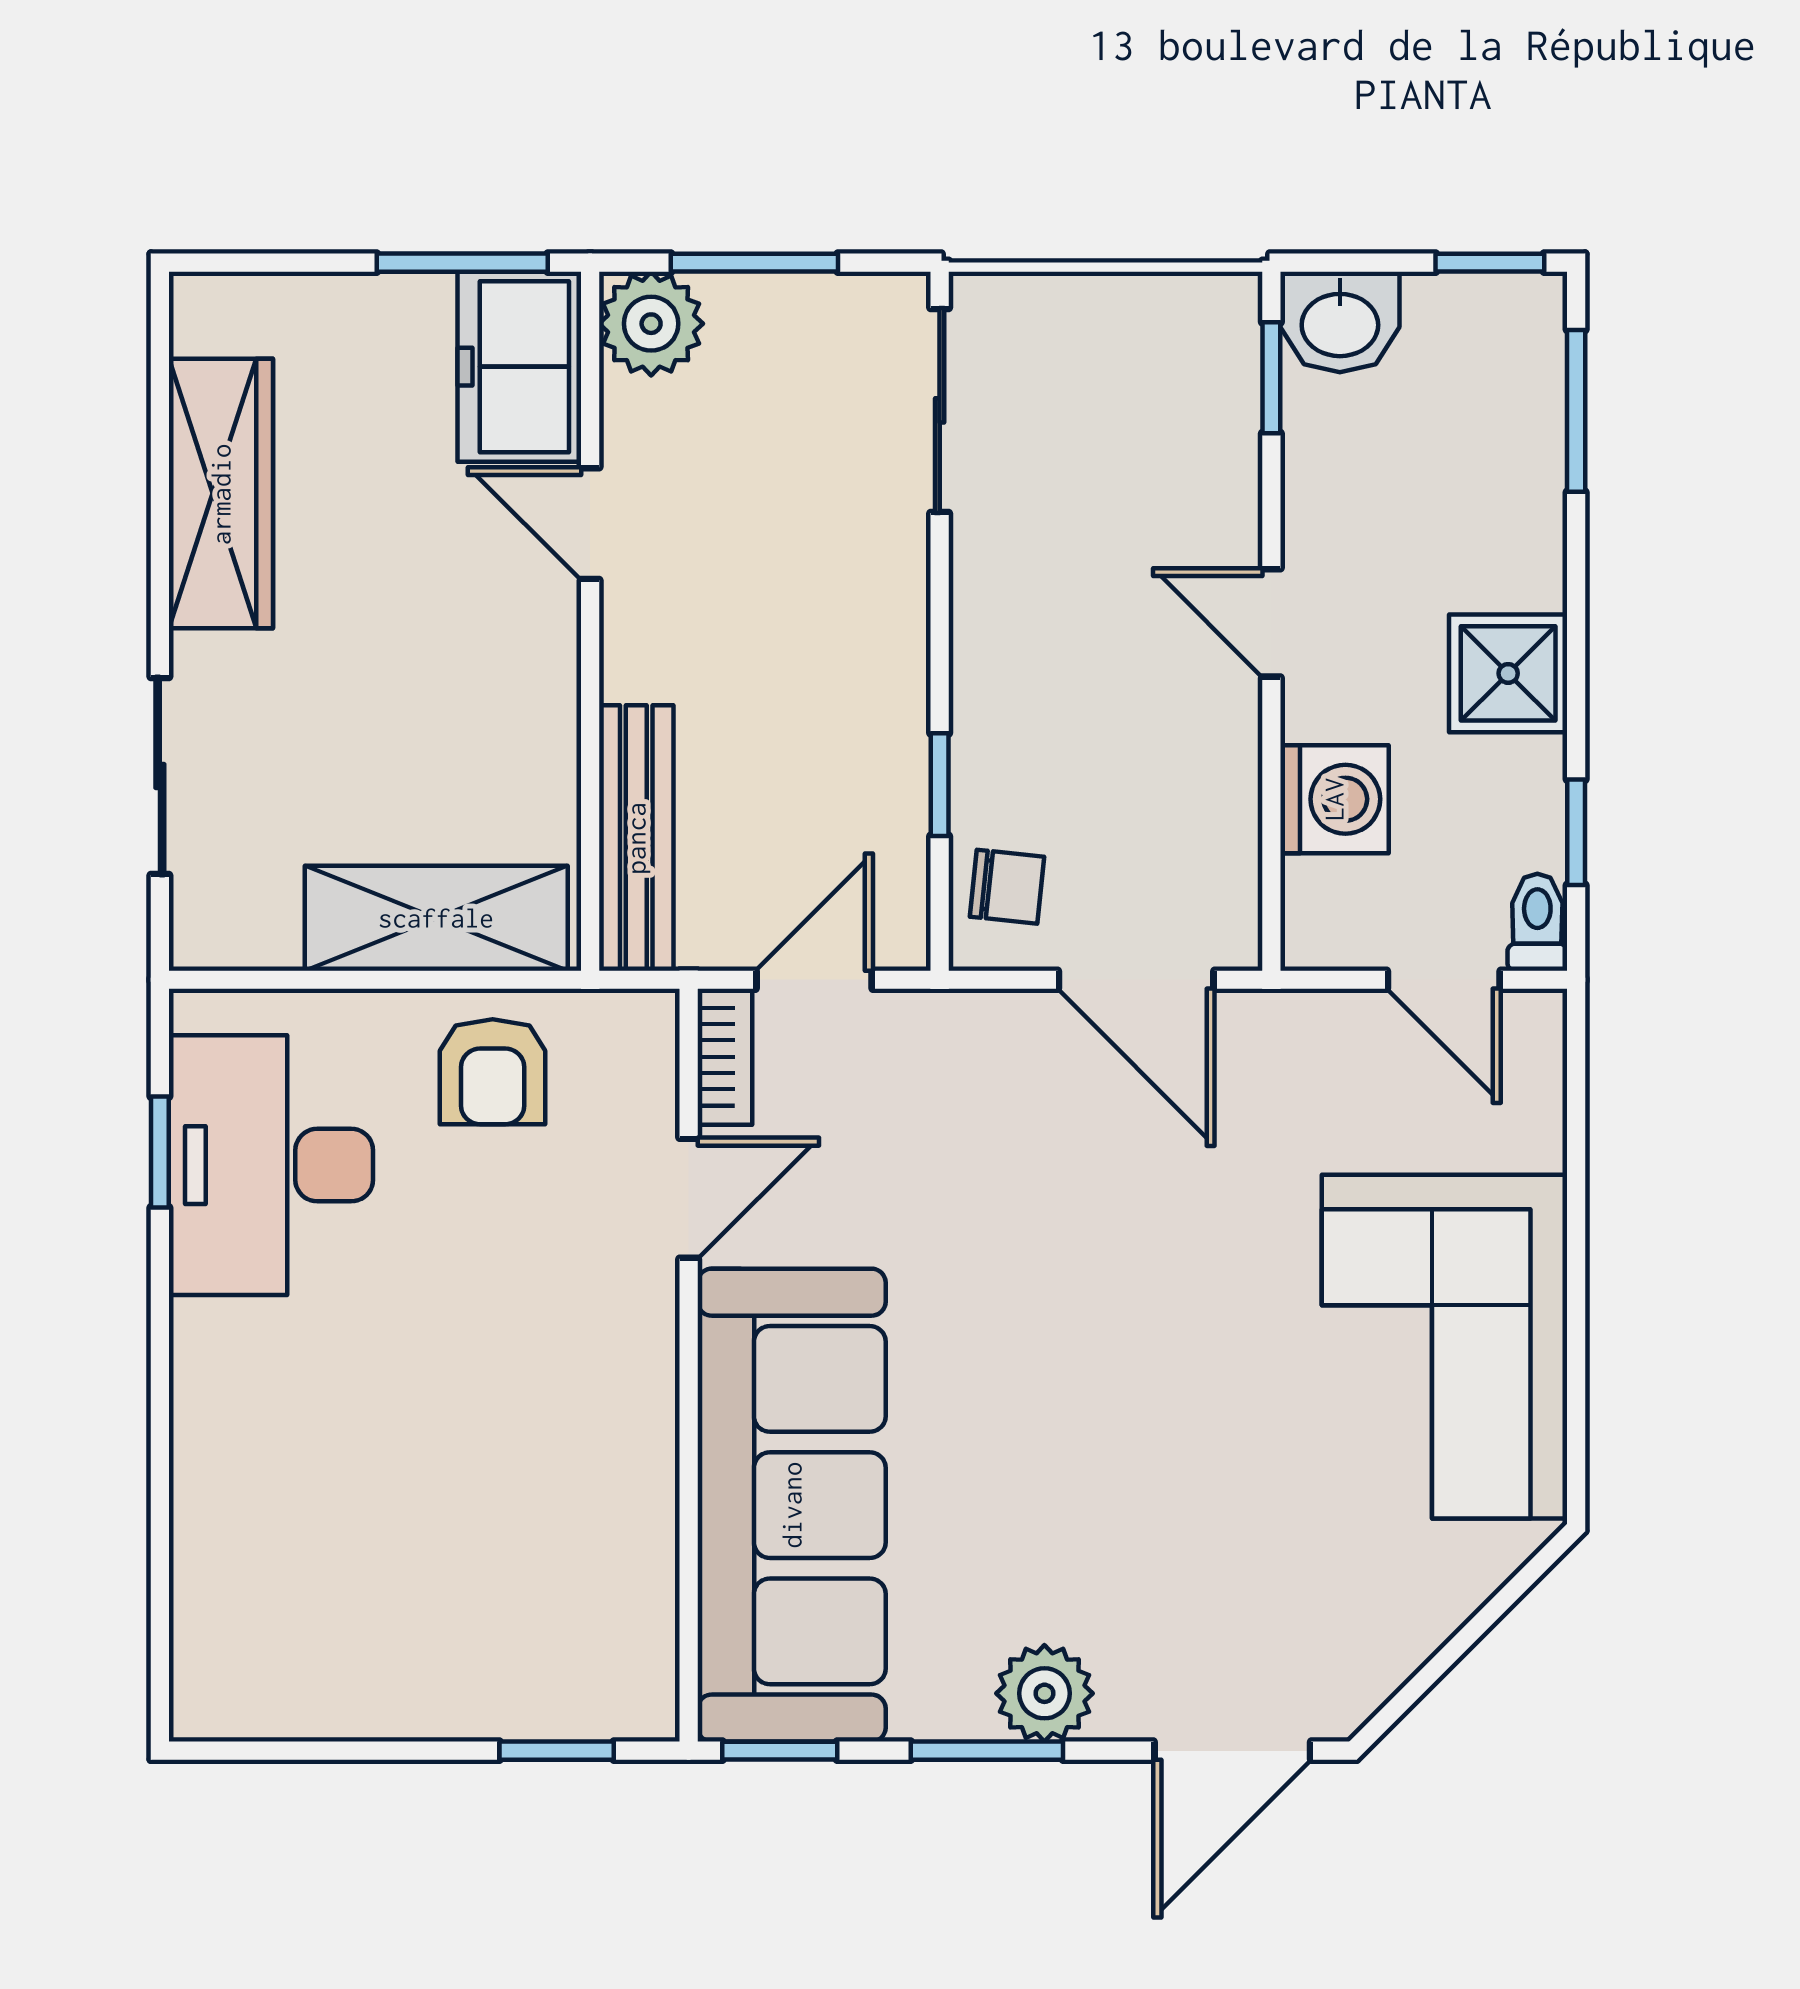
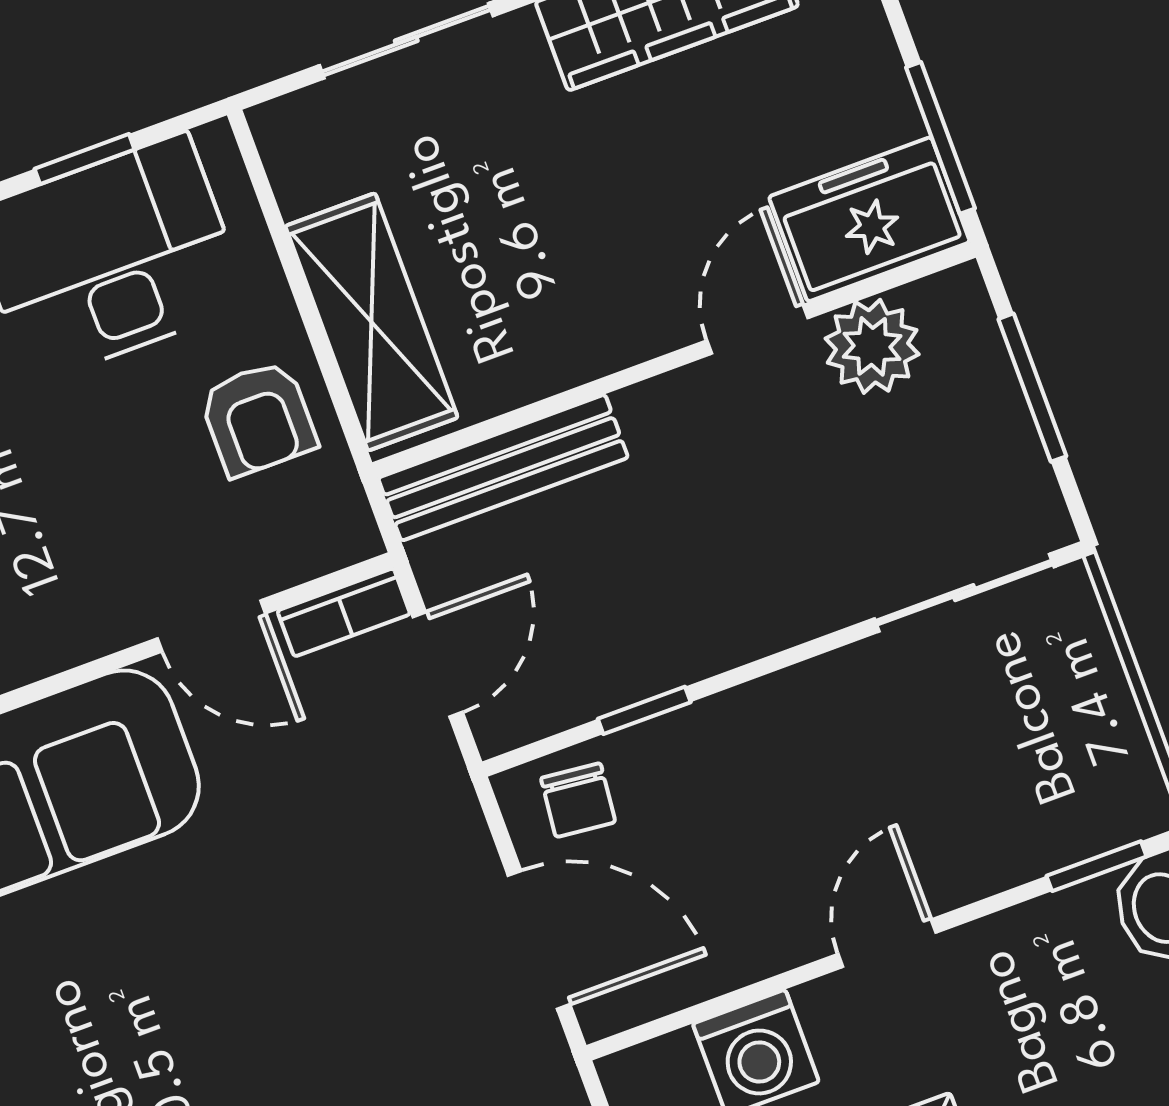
plant: (651, 324) -> (872, 346), moved
door: (814, 980) -> (438, 664), hinge flipped
door: (1136, 980) -> (539, 940), swing flipped
armchair: (493, 1072) -> (258, 418), turned -90

